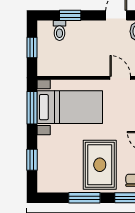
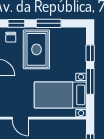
window: (32, 108) -> (90, 81), moved

